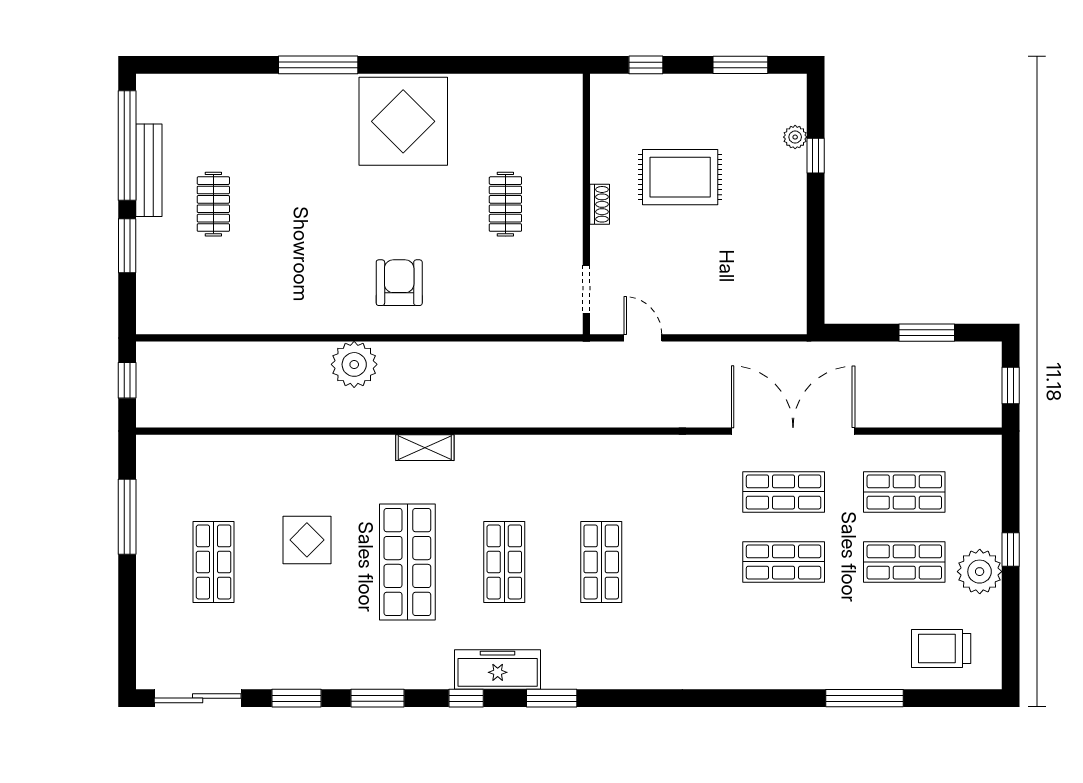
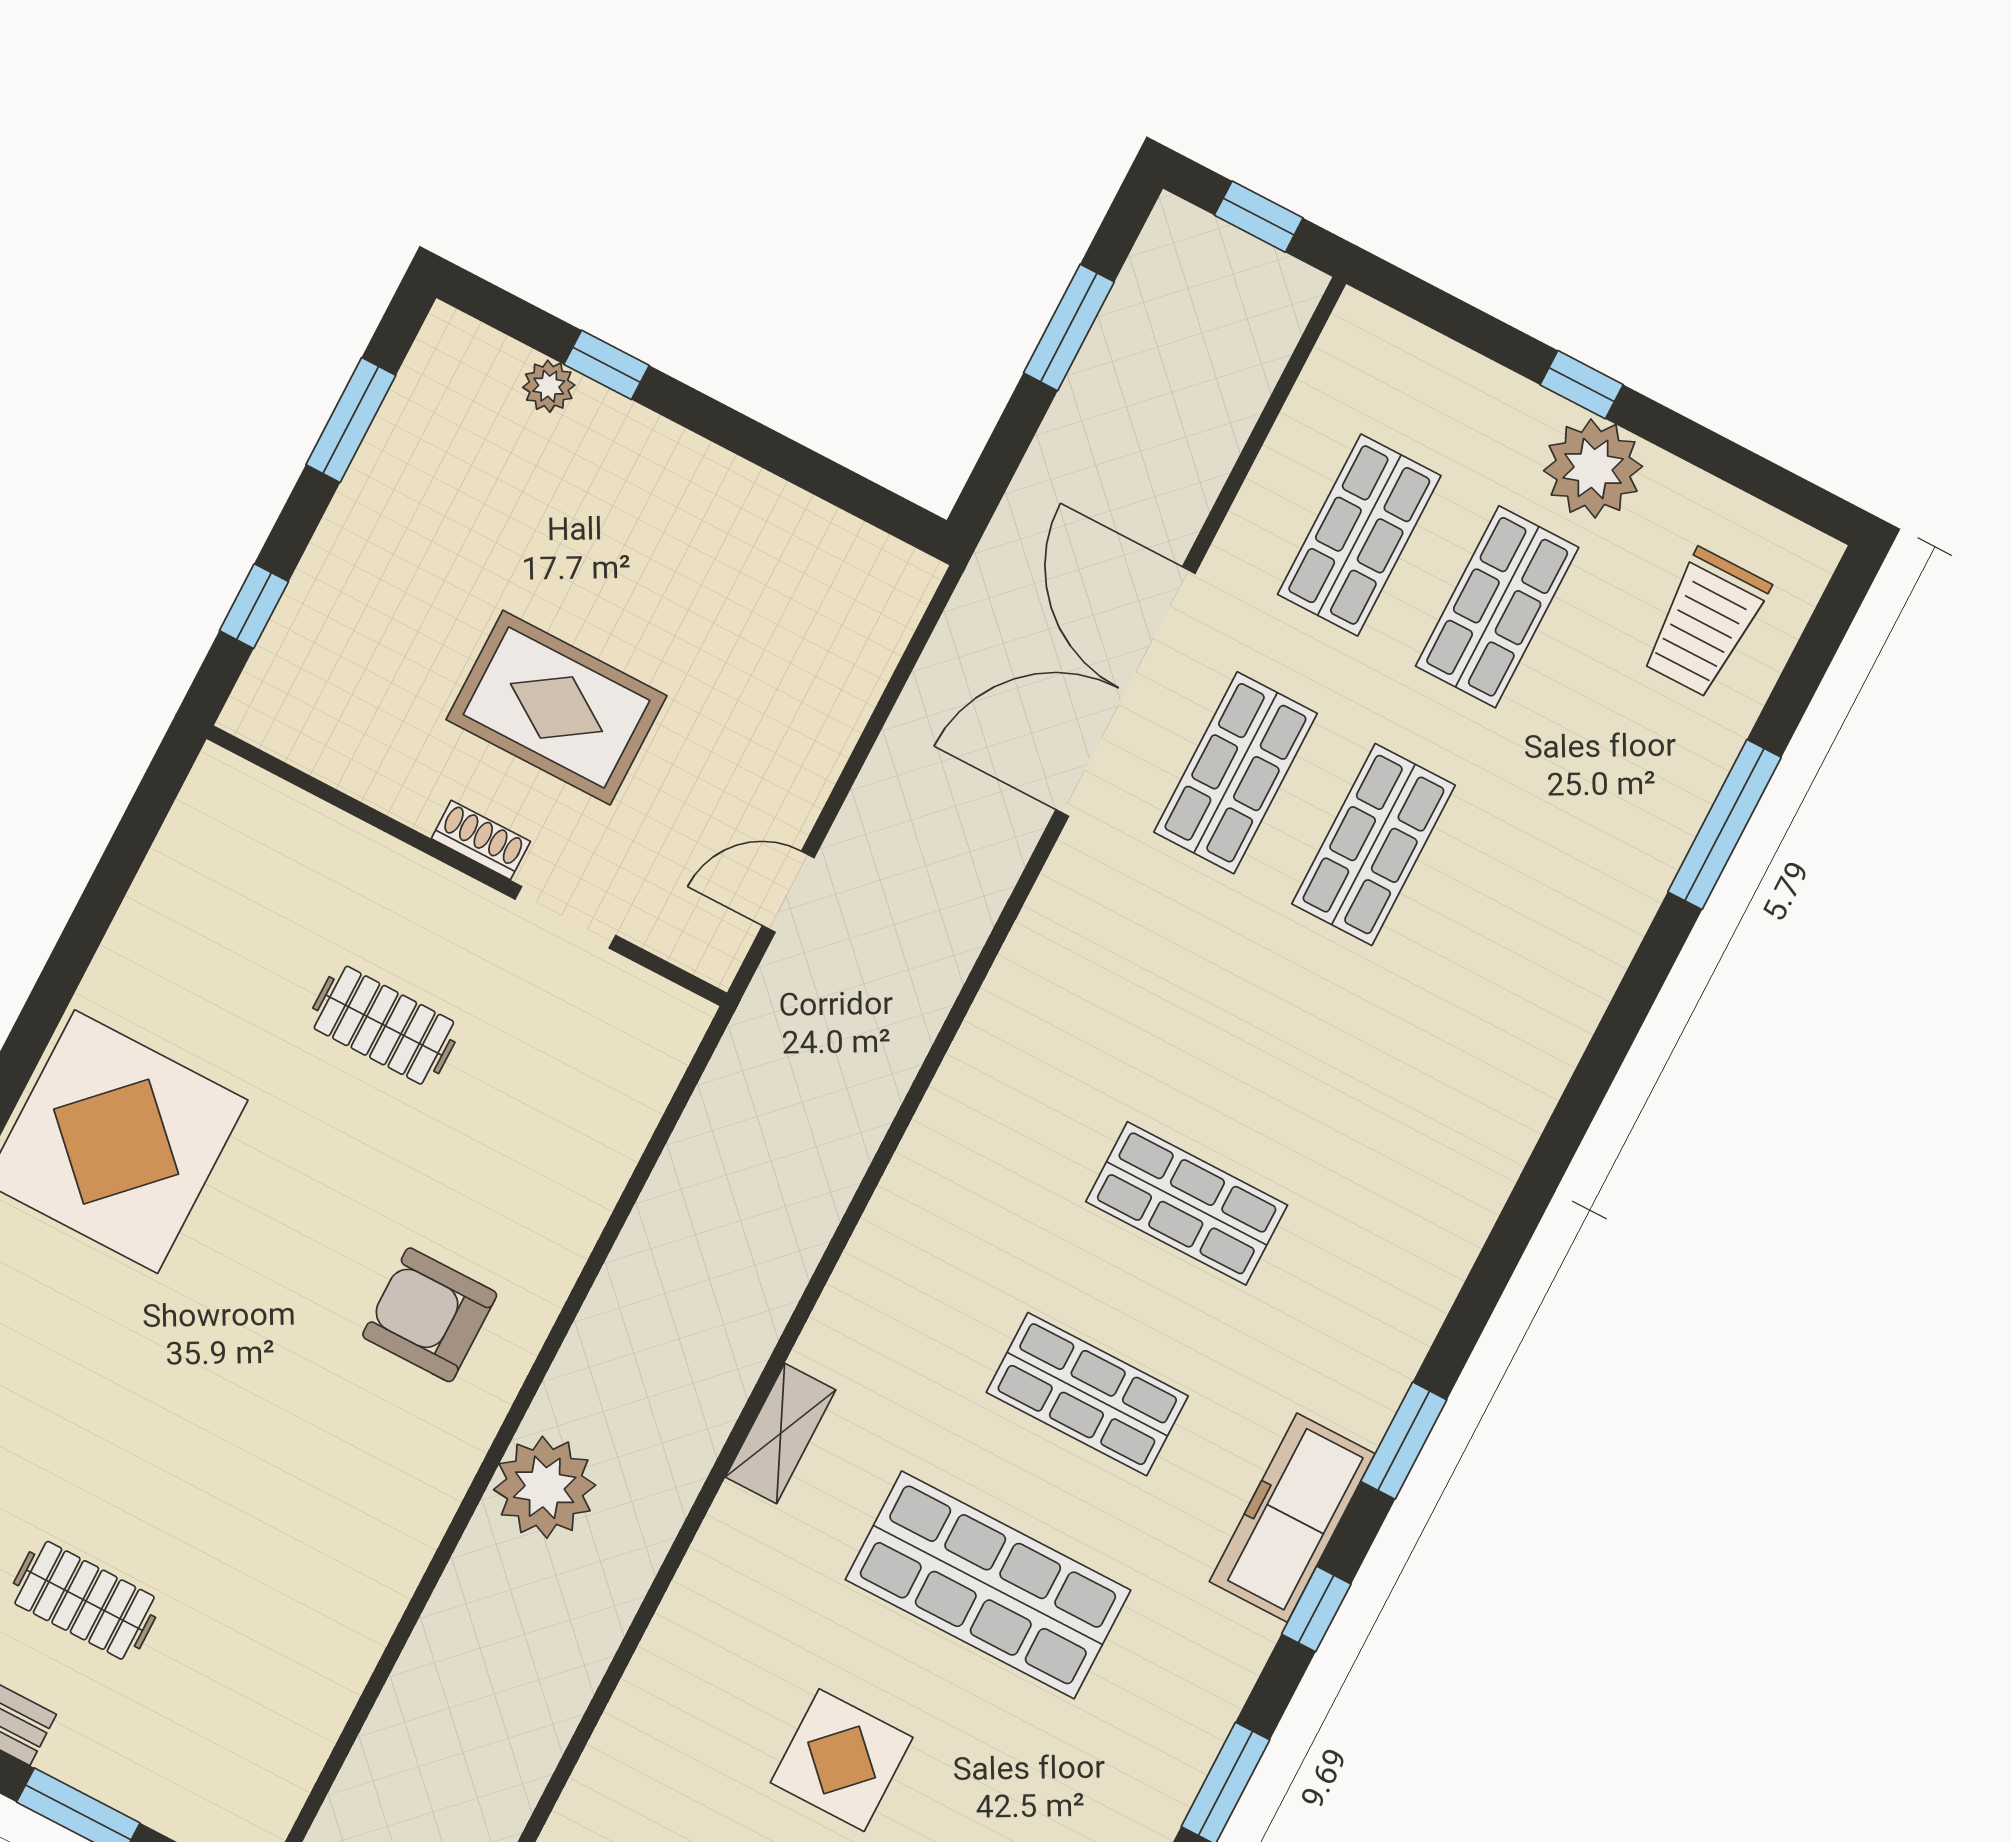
rug: (680, 177) -> (556, 708), moved, turned 90
doorway: (586, 289) -> (565, 917), moved

